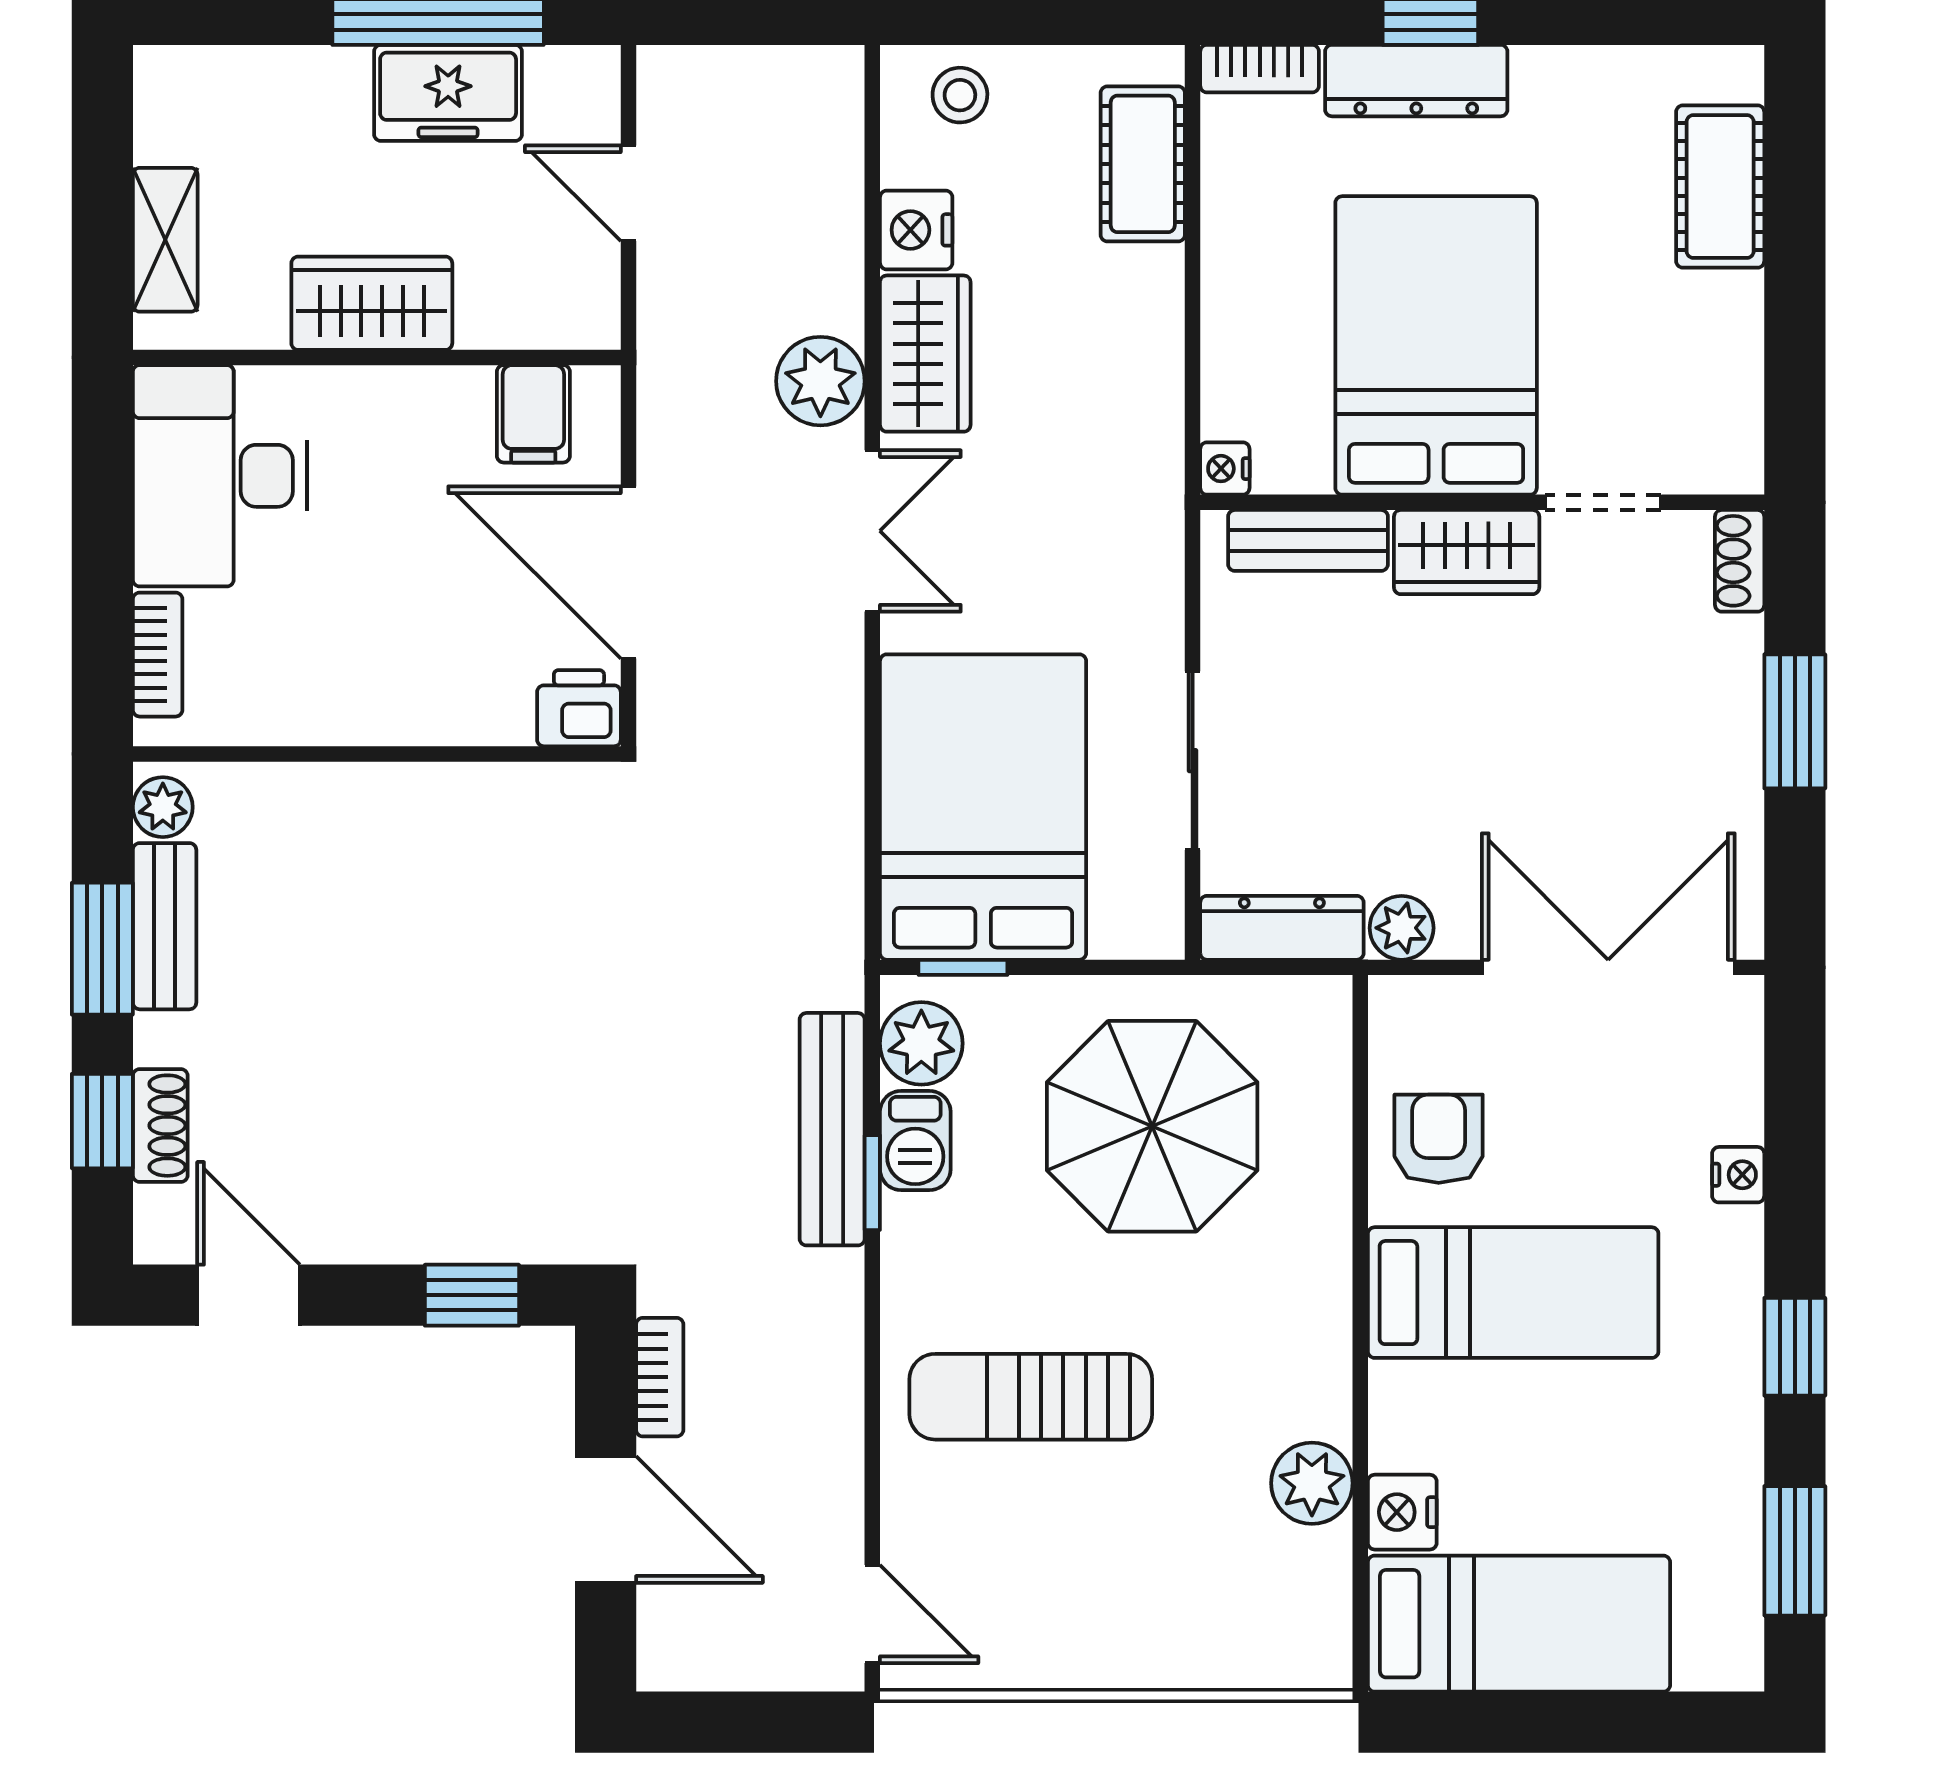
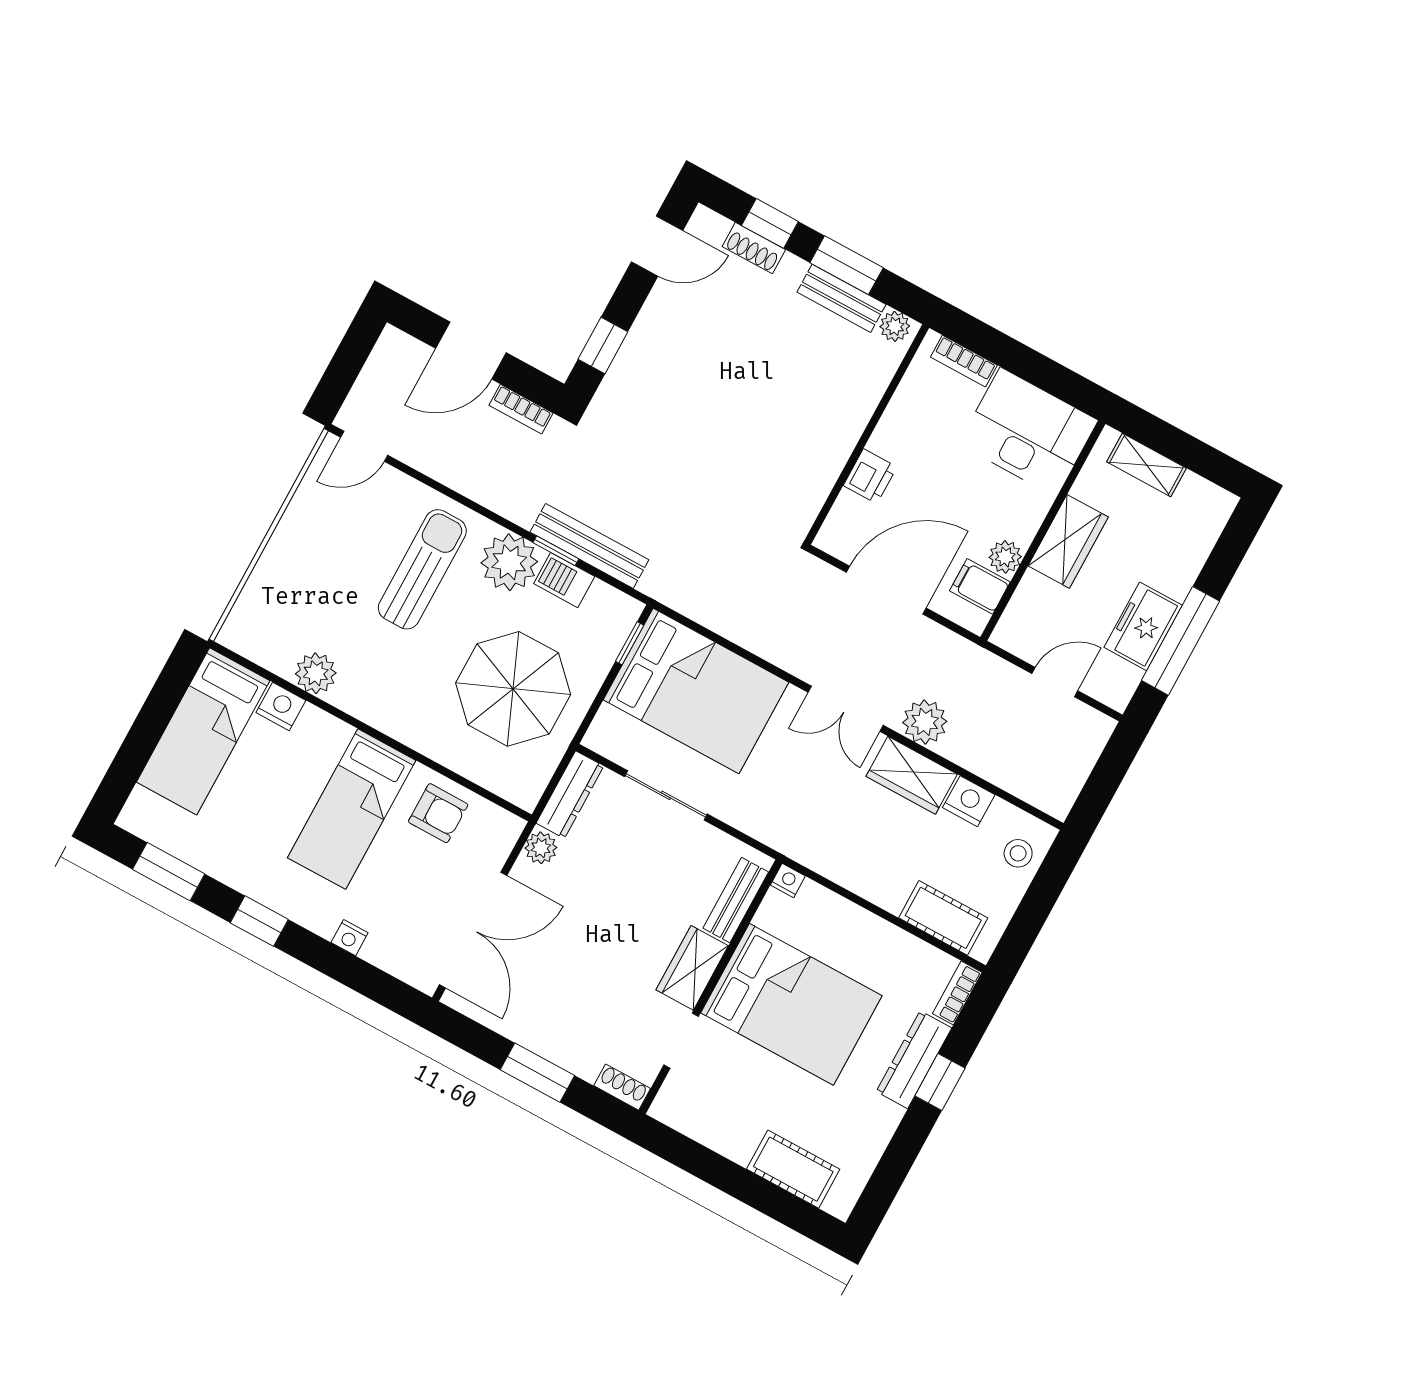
plant: (458, 398) -> (1005, 557), added
printer: (579, 708) -> (870, 476), moved
plant: (921, 1043) -> (509, 562), moved, width x1.36, depth x1.36

